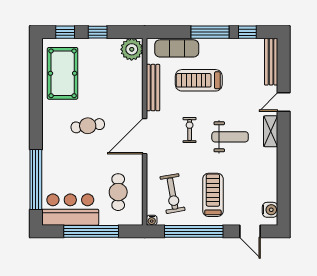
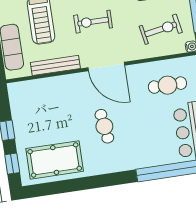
plant: (132, 49) -> (20, 93), removed
exercise bike: (190, 130) -> (93, 22), width x1.38, depth x1.39

